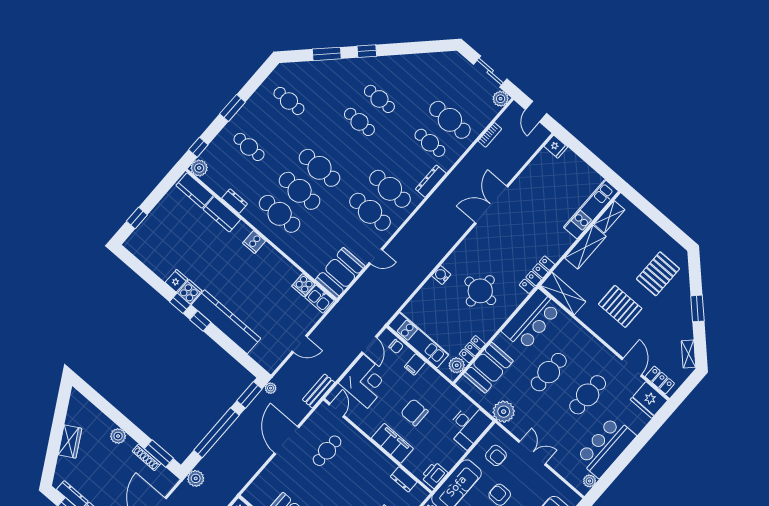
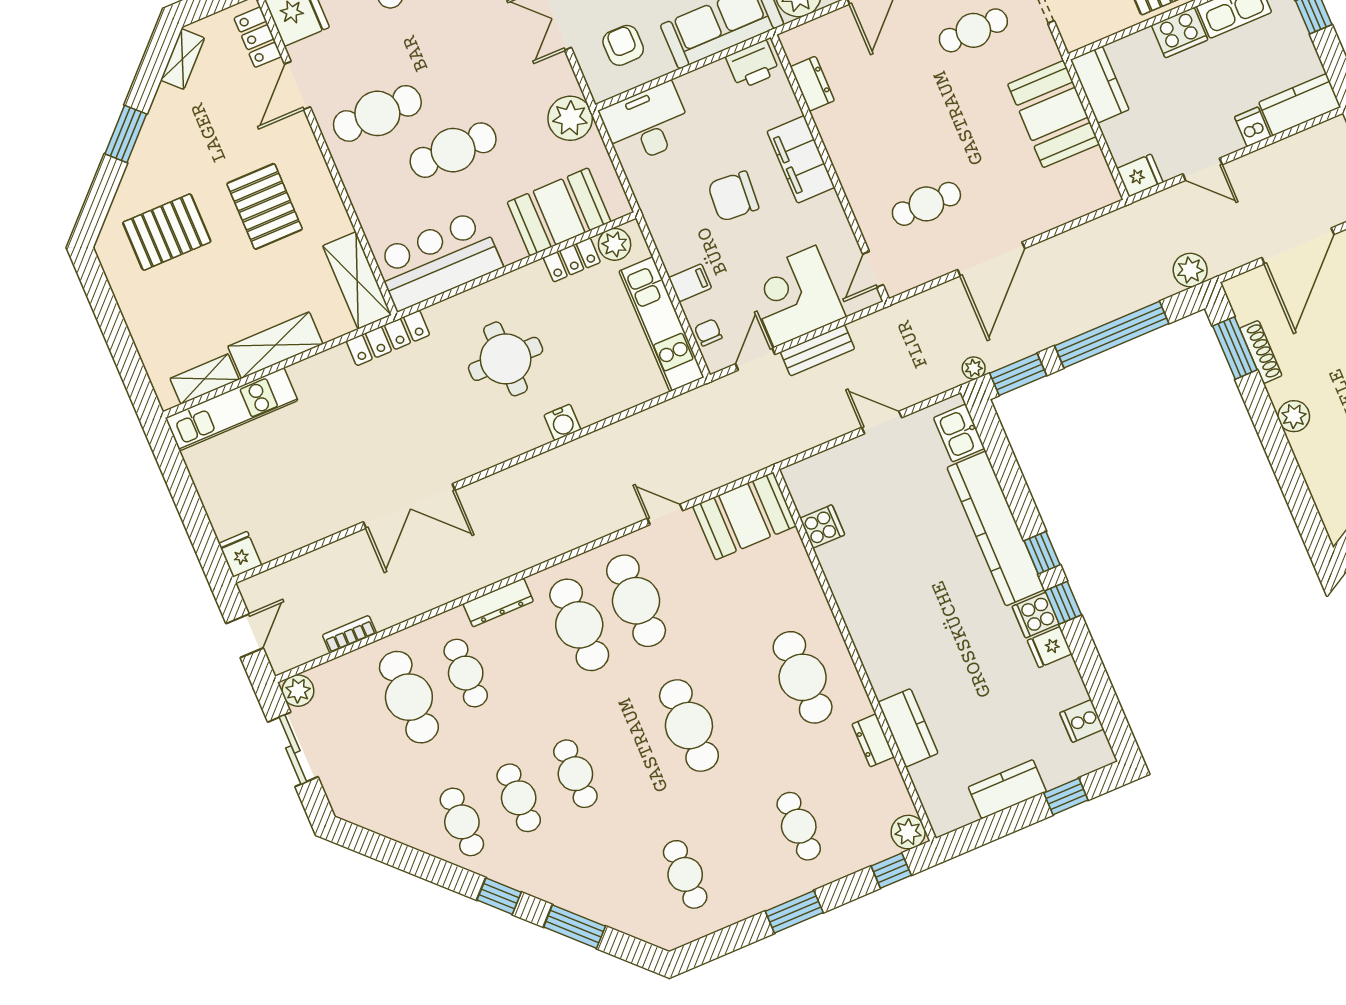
kitchen counter: (195, 191) -> (1007, 789), moved, turned -90
cafe table: (300, 191) -> (462, 822), moved, width x0.73, depth x0.74
cooker: (254, 242) -> (1082, 721), moved, turned 180
kitchen sink: (320, 299) -> (959, 433), moved, turned 180
bench: (319, 391) -> (818, 350), moved
cafe table: (588, 395) -> (377, 113), moved
chair: (414, 412) -> (733, 196), turned 94

